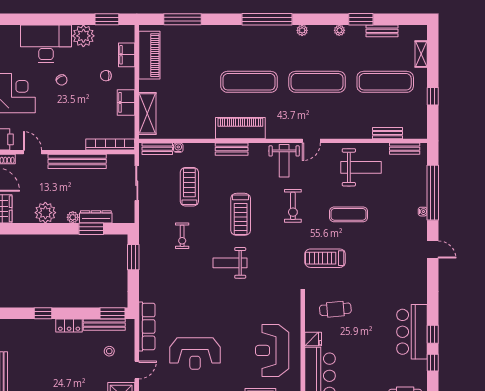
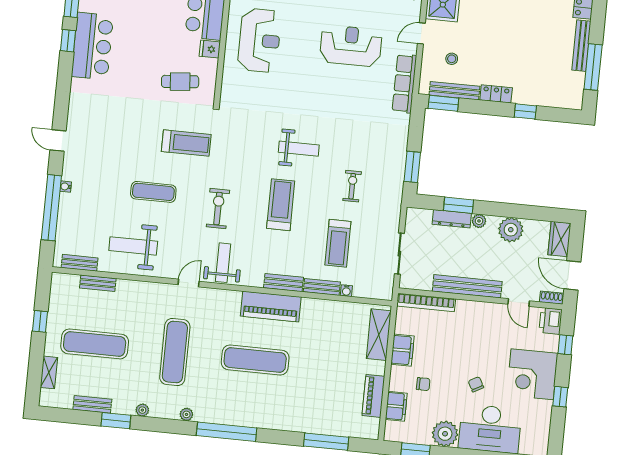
piano: (149, 55) -> (373, 396), width x0.73, depth x0.75
exercise mat: (317, 82) -> (175, 352), turned 90
bench: (157, 149) -> (322, 287), moved

